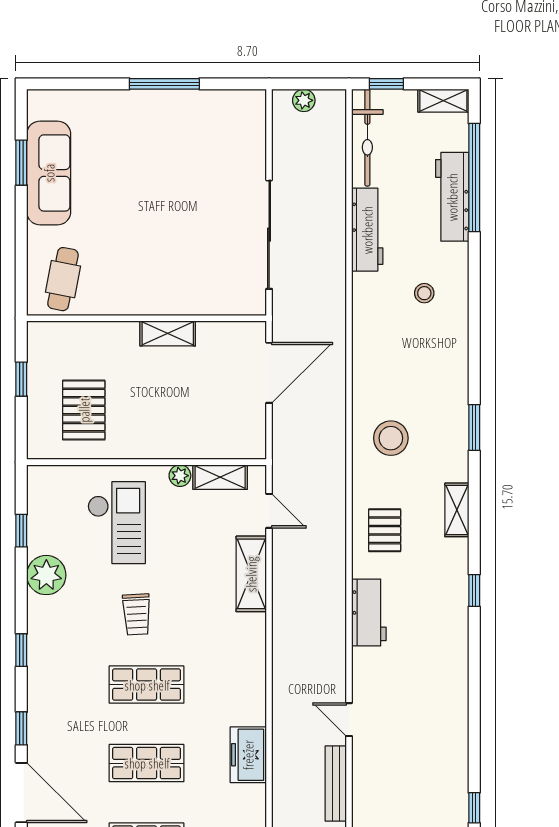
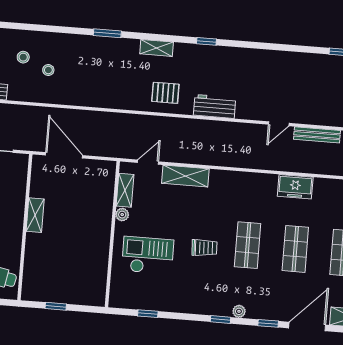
pallet: (84, 410) -> (78, 270), removed
stool: (391, 438) -> (48, 70), moved, width x0.53, depth x0.53
plant: (46, 575) -> (239, 311), moved, width x0.53, depth x0.53

